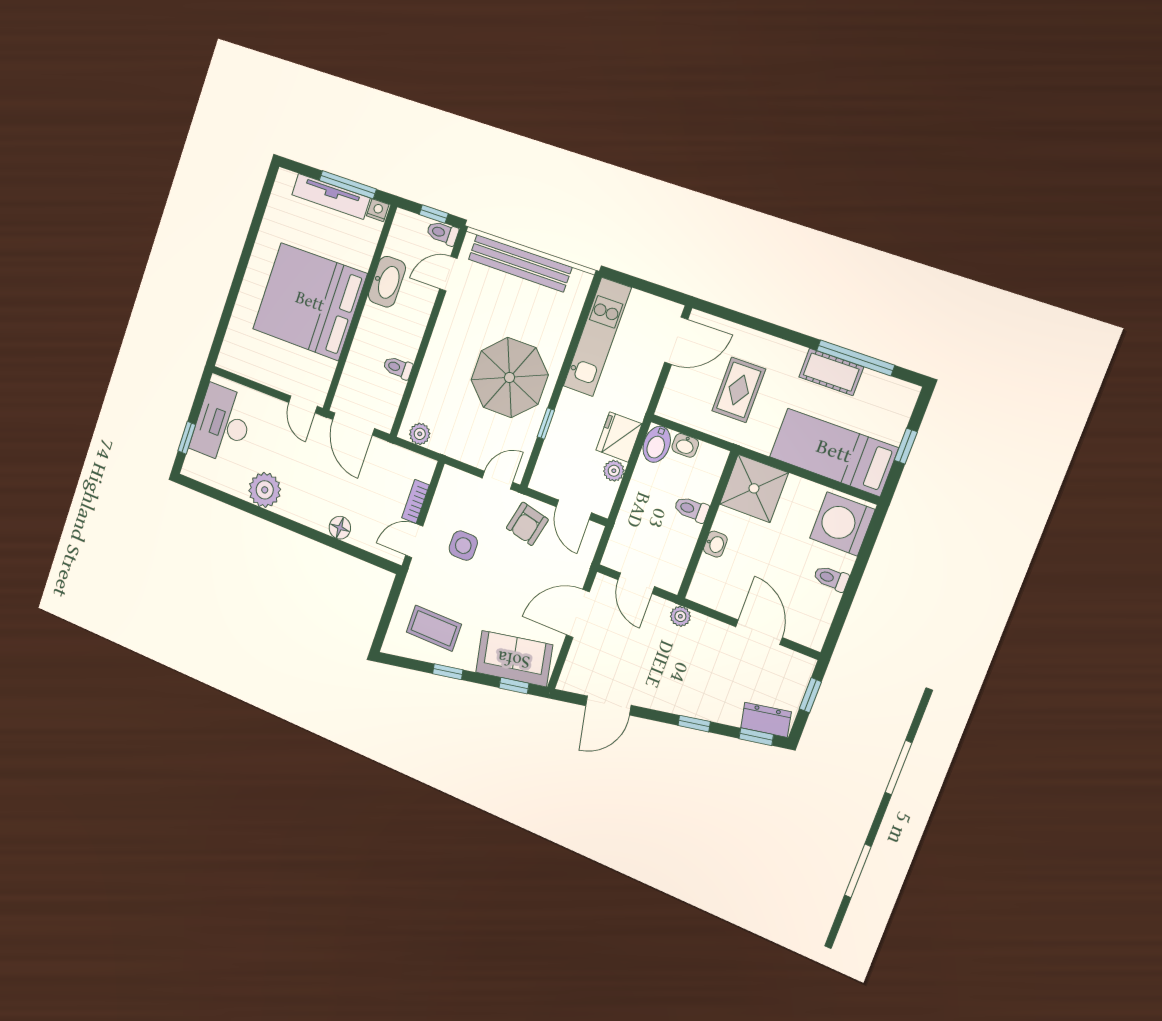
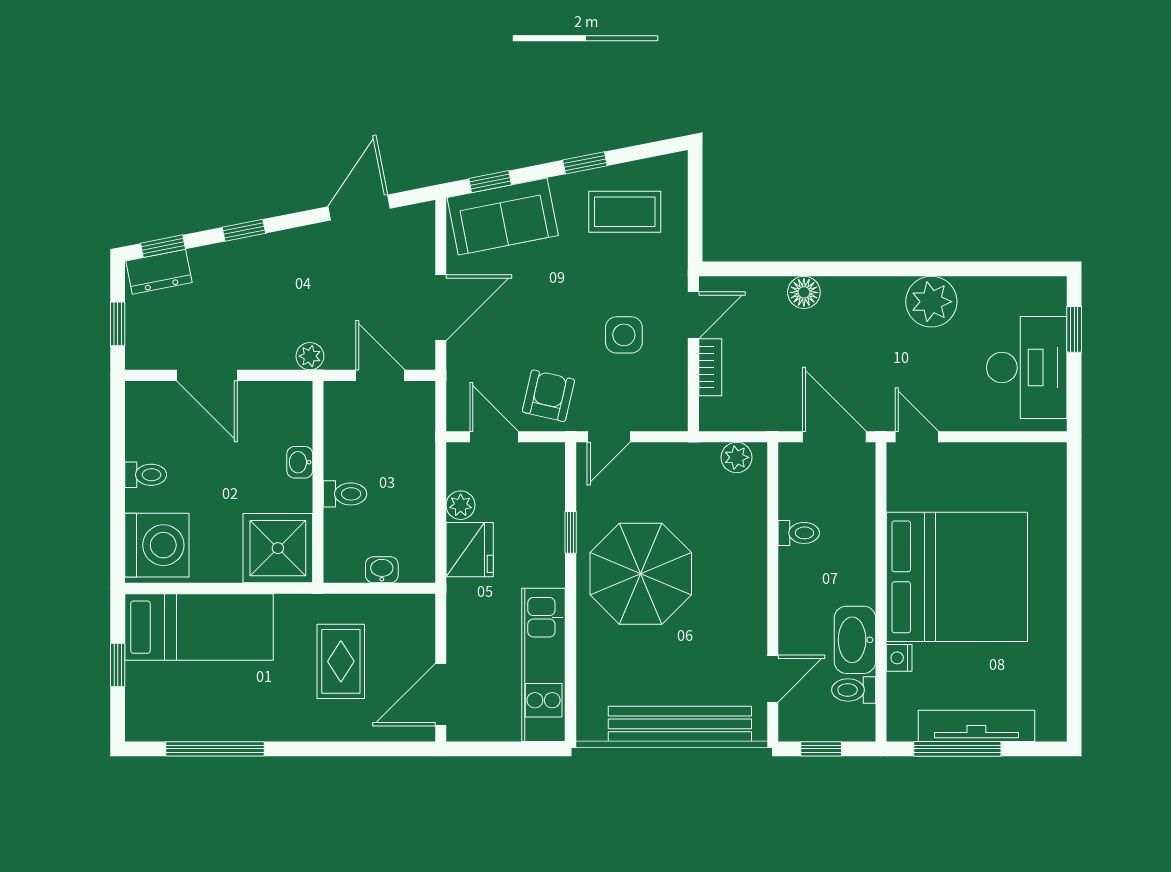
nightstand: (378, 210) -> (899, 658), moved, turned 90
toilet: (442, 233) -> (854, 690), moved, turned 180
cot: (831, 372) -> (237, 722), removed
bidet: (657, 444) -> (418, 558), removed

